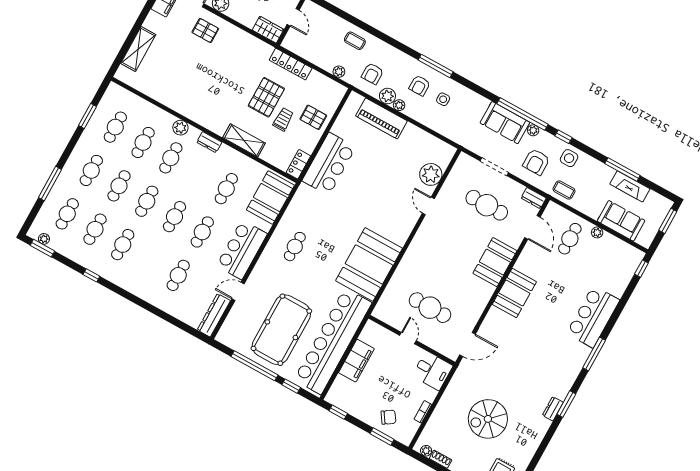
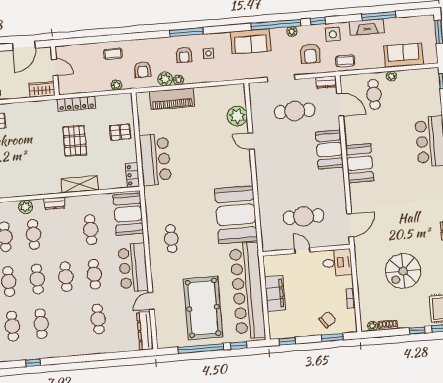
trolley: (283, 119) -> (99, 149), removed
sofa: (505, 123) -> (251, 41), moved
fireplace: (630, 186) -> (367, 27), moved

